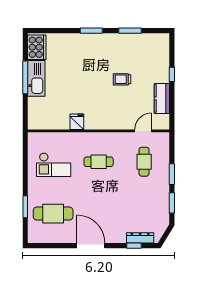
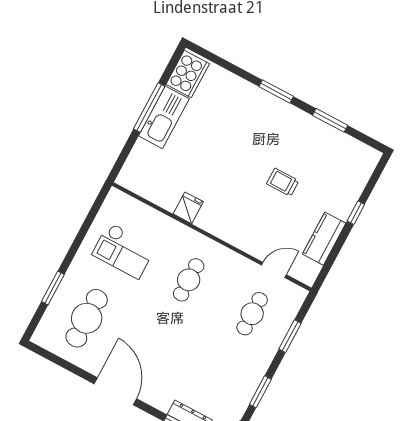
cafe table: (99, 162) -> (189, 280), turned 90
window: (172, 174) -> (290, 336), moved
cafe table: (53, 214) -> (87, 318), turned 90

